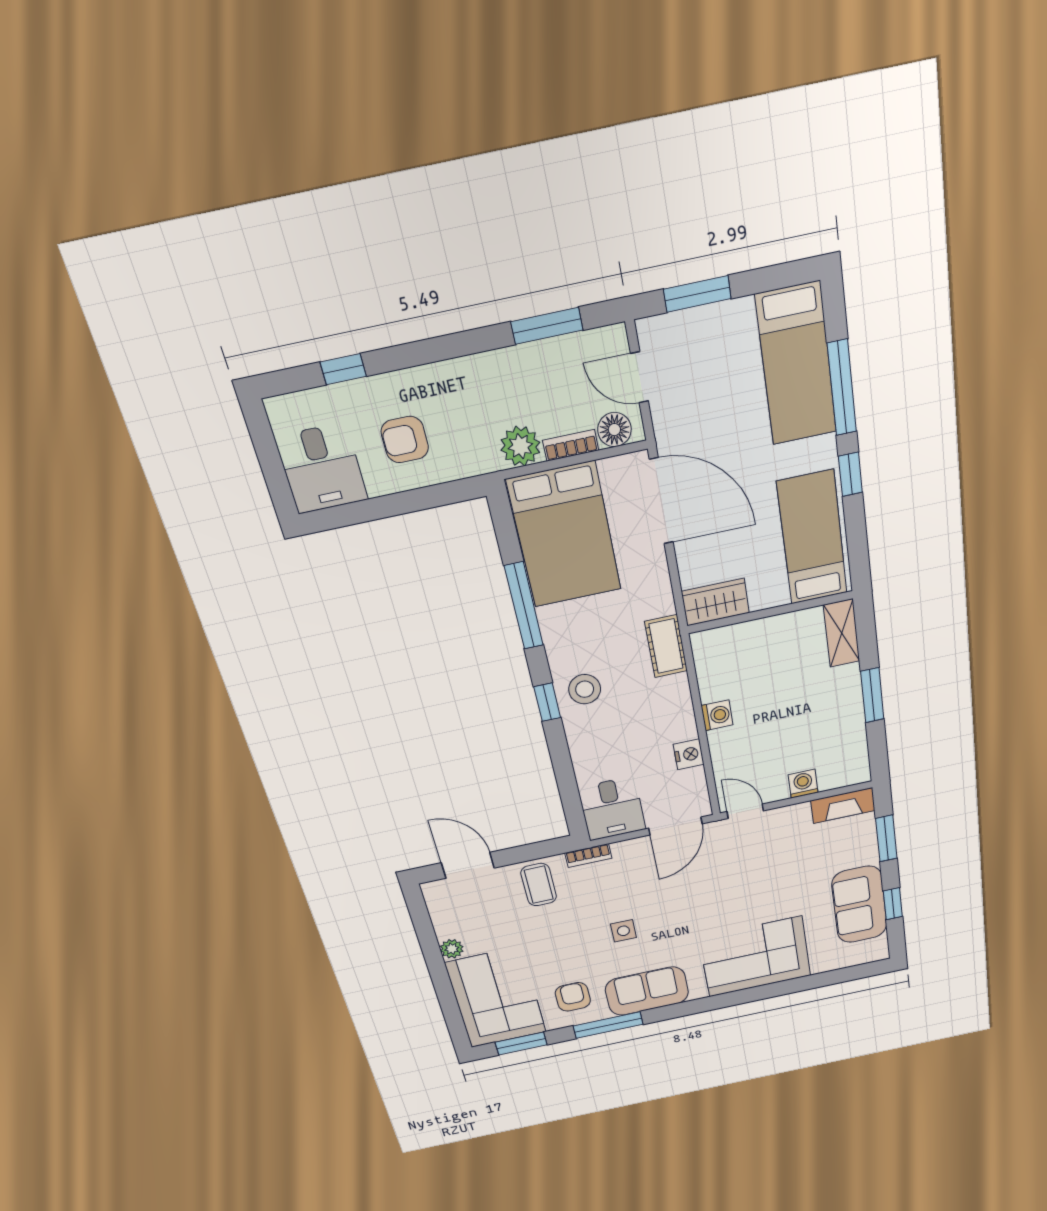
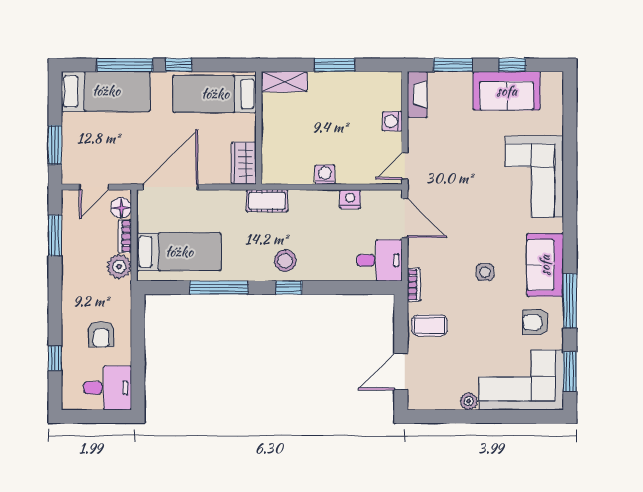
bed: (564, 535) -> (179, 252), width x0.67

